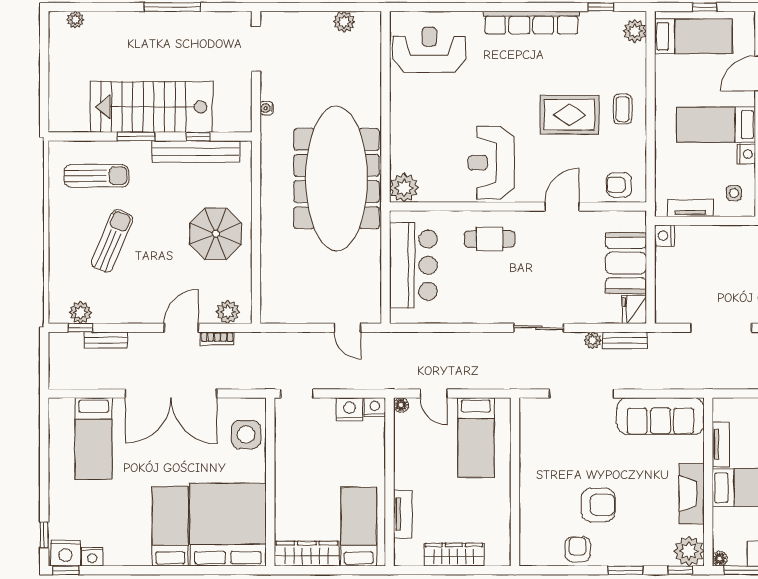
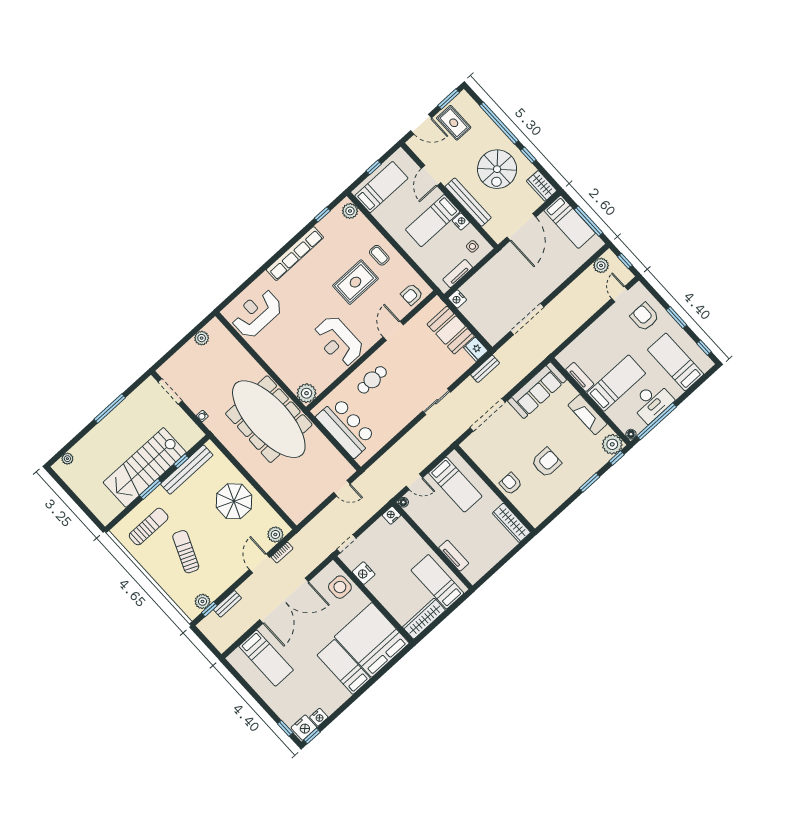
plant: (593, 340) -> (469, 383), removed
nightstand: (350, 409) -> (364, 573), moved, turned -90
armchair: (578, 549) -> (511, 484), moved
wardrobe: (454, 555) -> (511, 523), moved, turned -90

